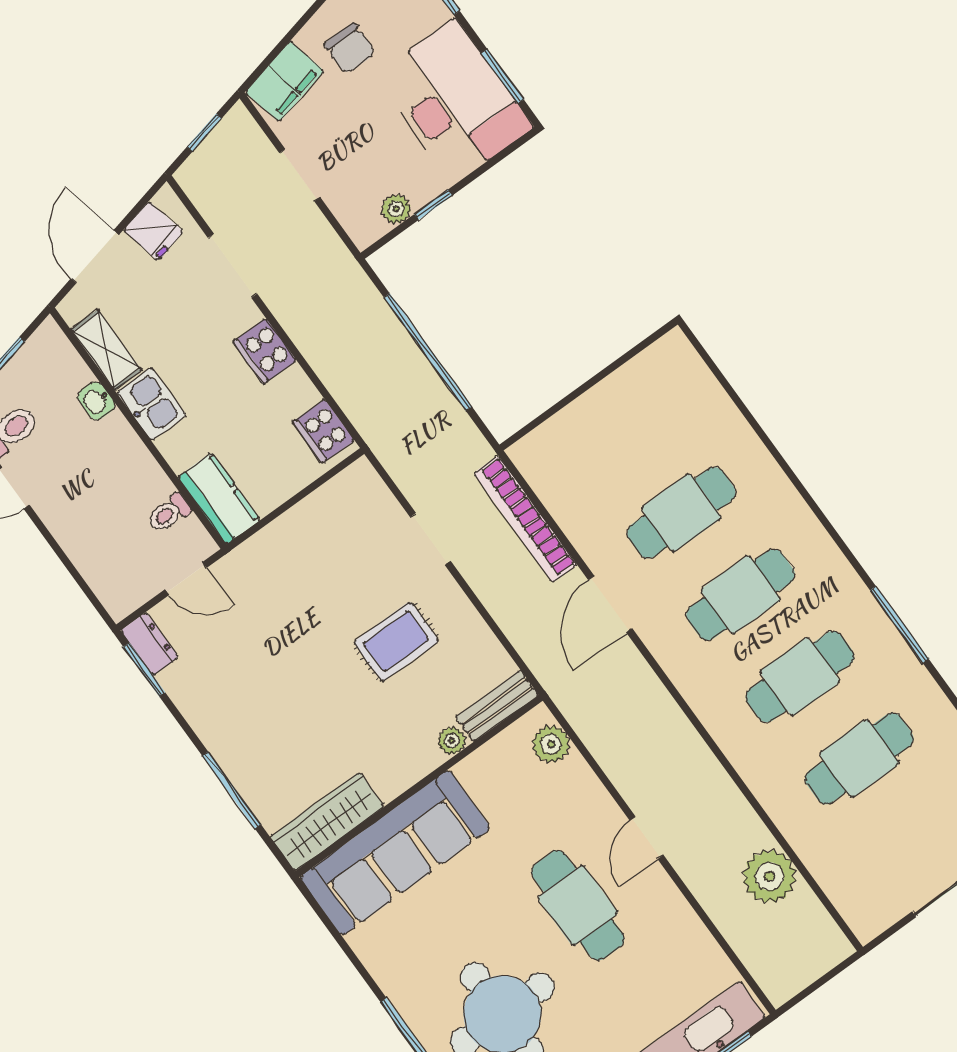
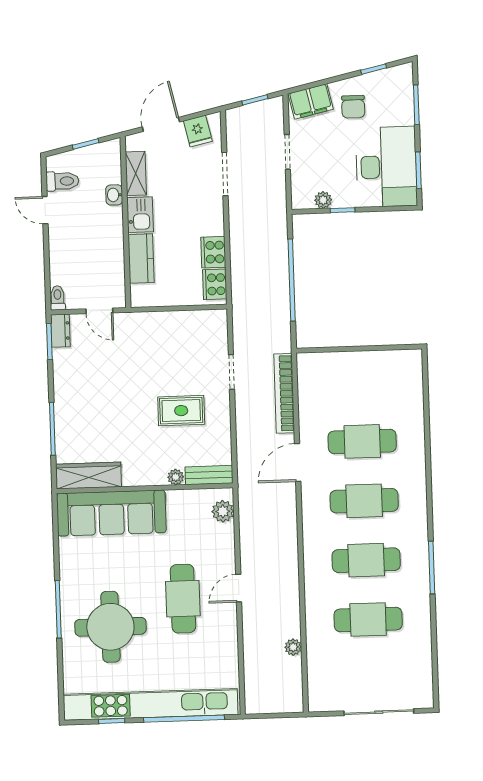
cooker: (265, 351) -> (213, 252), moved
kitchen counter: (219, 499) -> (141, 258), moved
toilet: (169, 513) -> (58, 298), moved, turned 90
plant: (769, 876) -> (293, 647), width x0.53, depth x0.53

